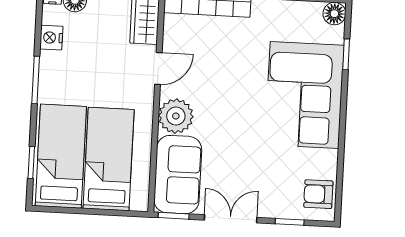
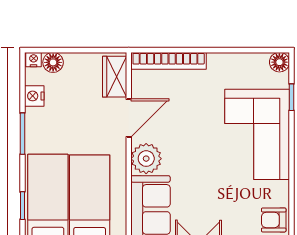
door: (158, 69) -> (129, 118), width x1.38

